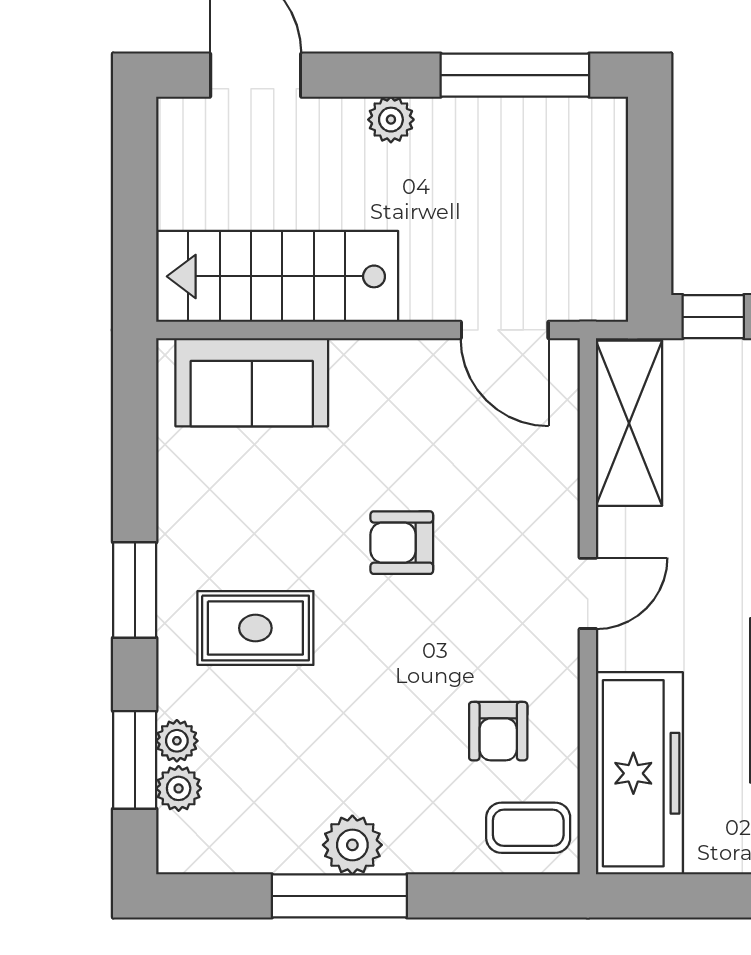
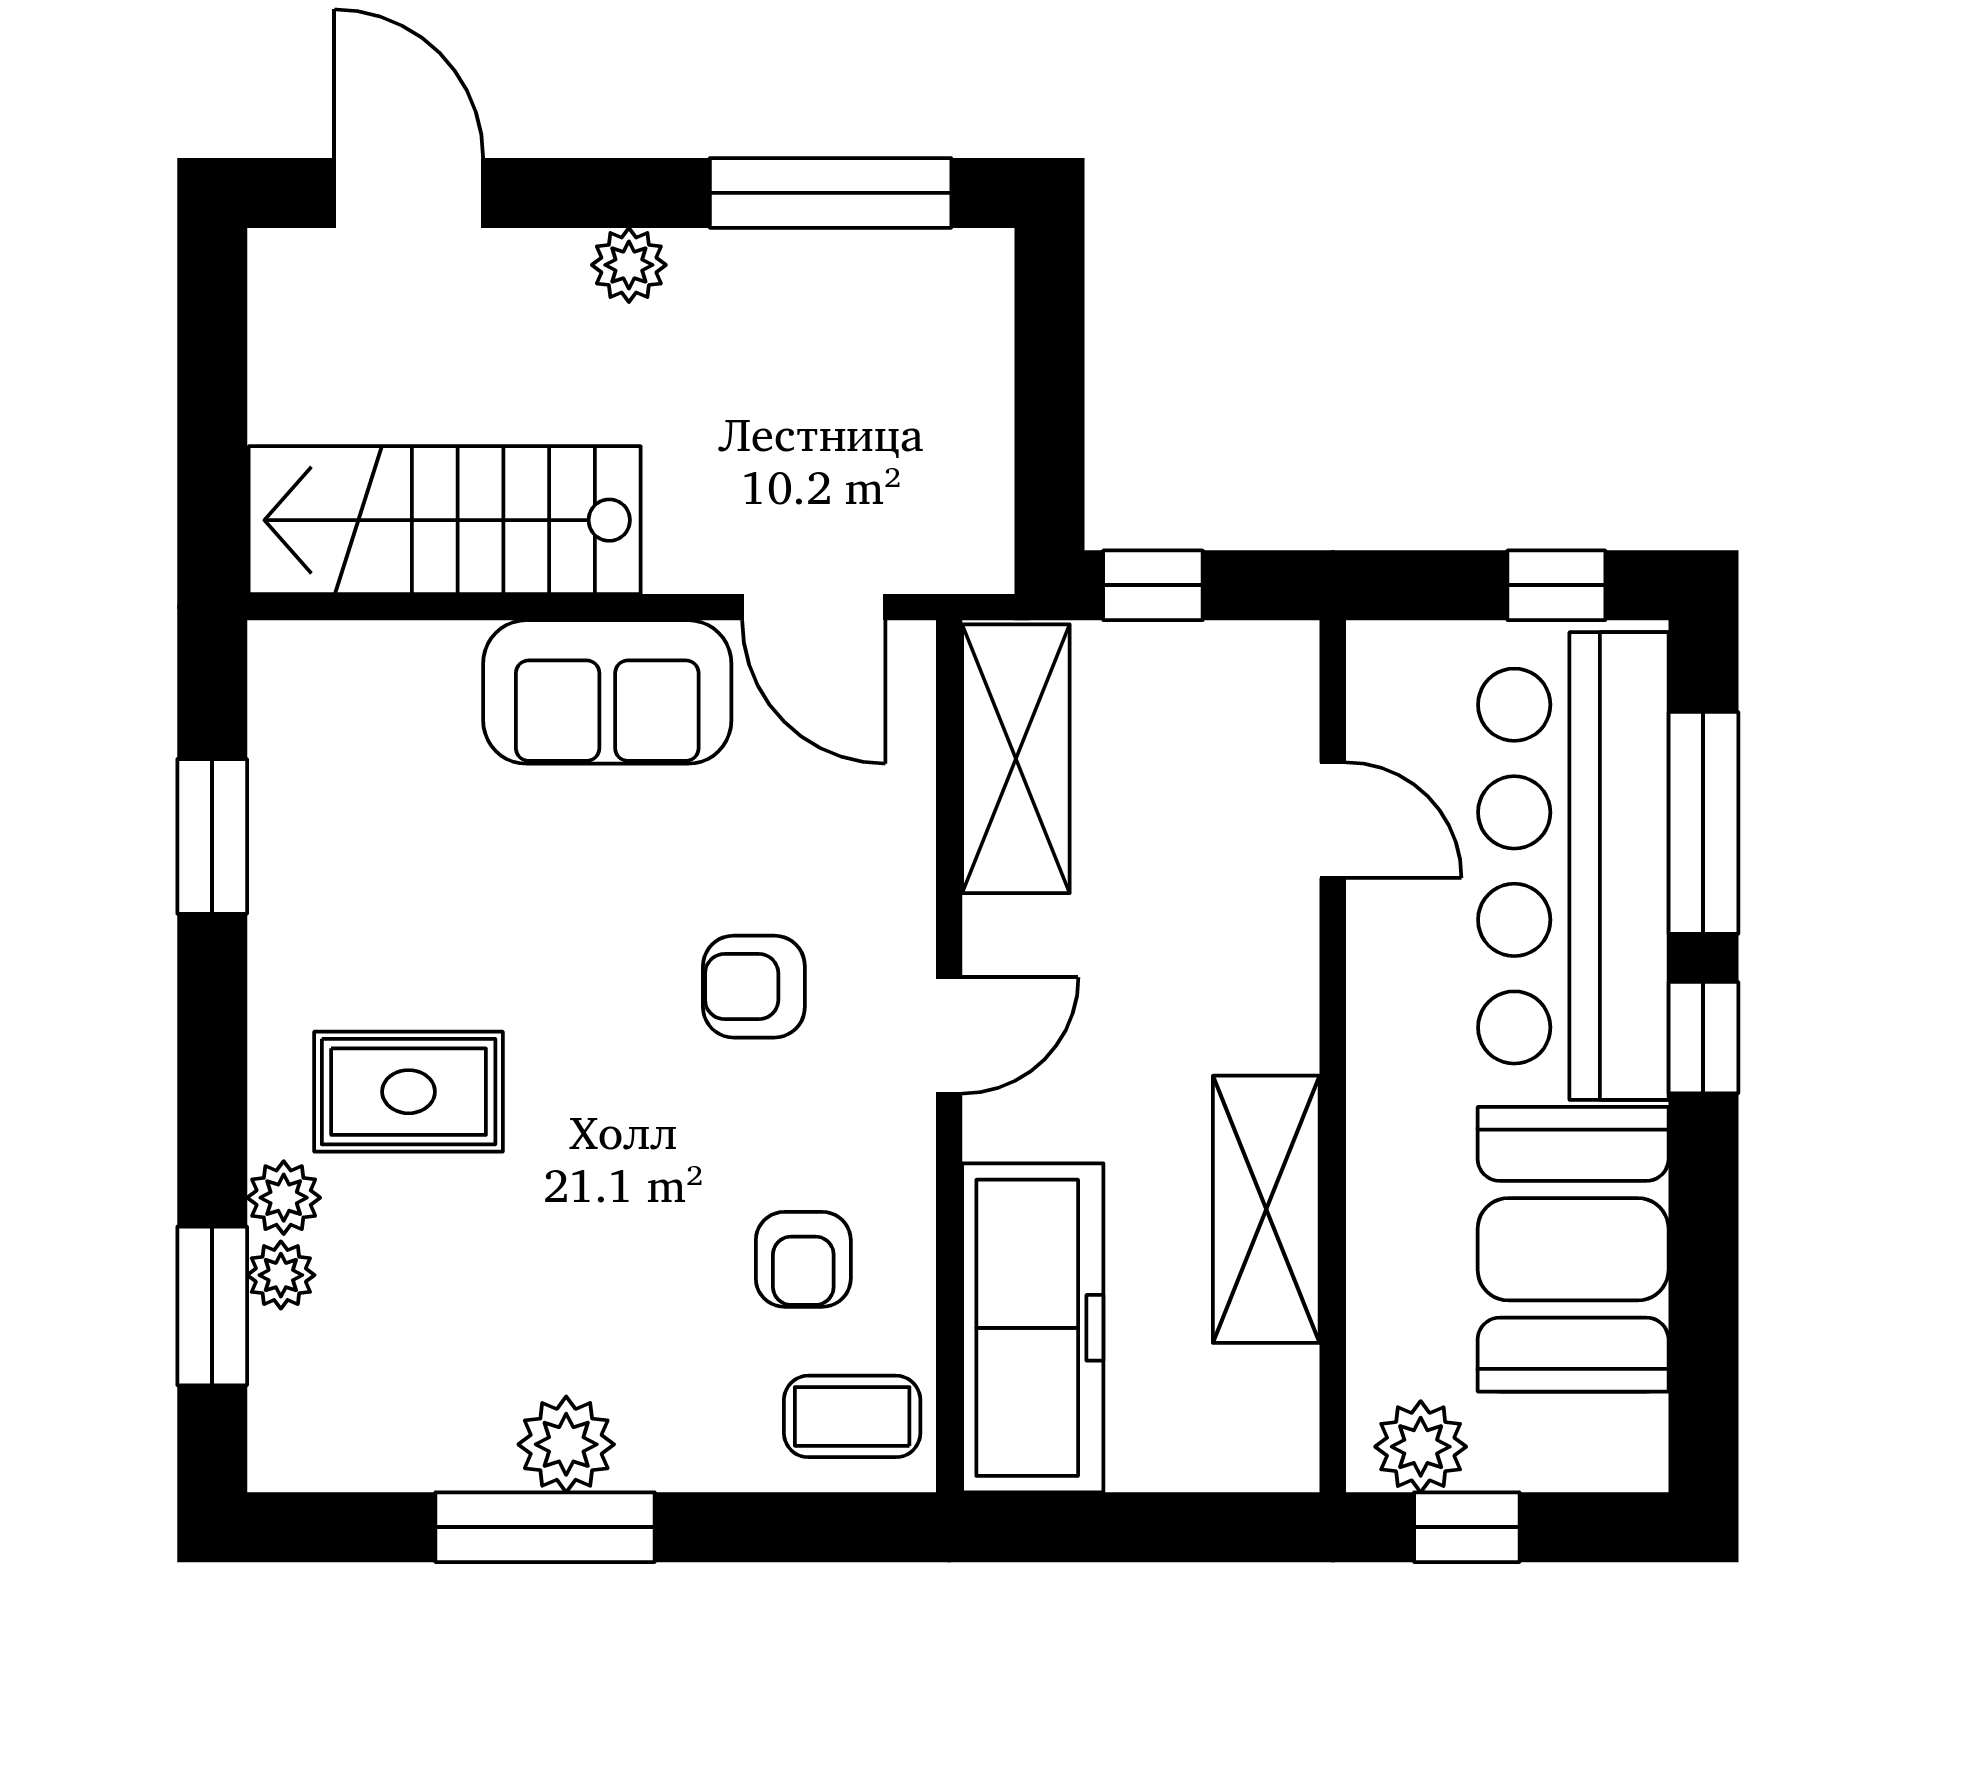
sofa: (252, 382) -> (607, 692), moved
armchair: (402, 543) -> (754, 987), moved
window: (135, 590) -> (212, 836), moved
plant: (179, 788) -> (284, 1198), moved

